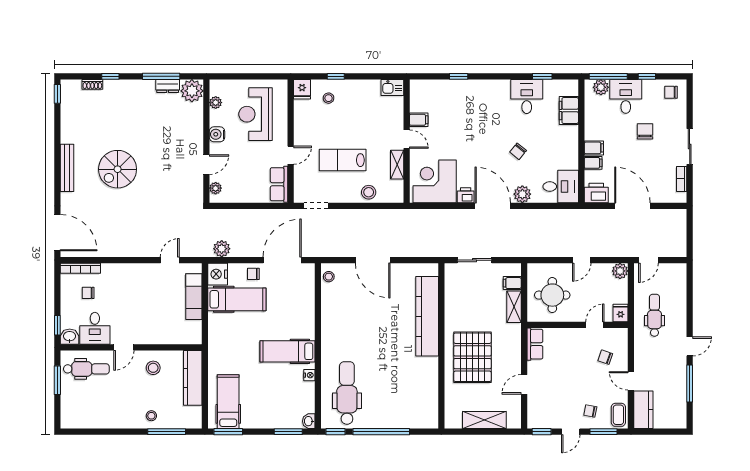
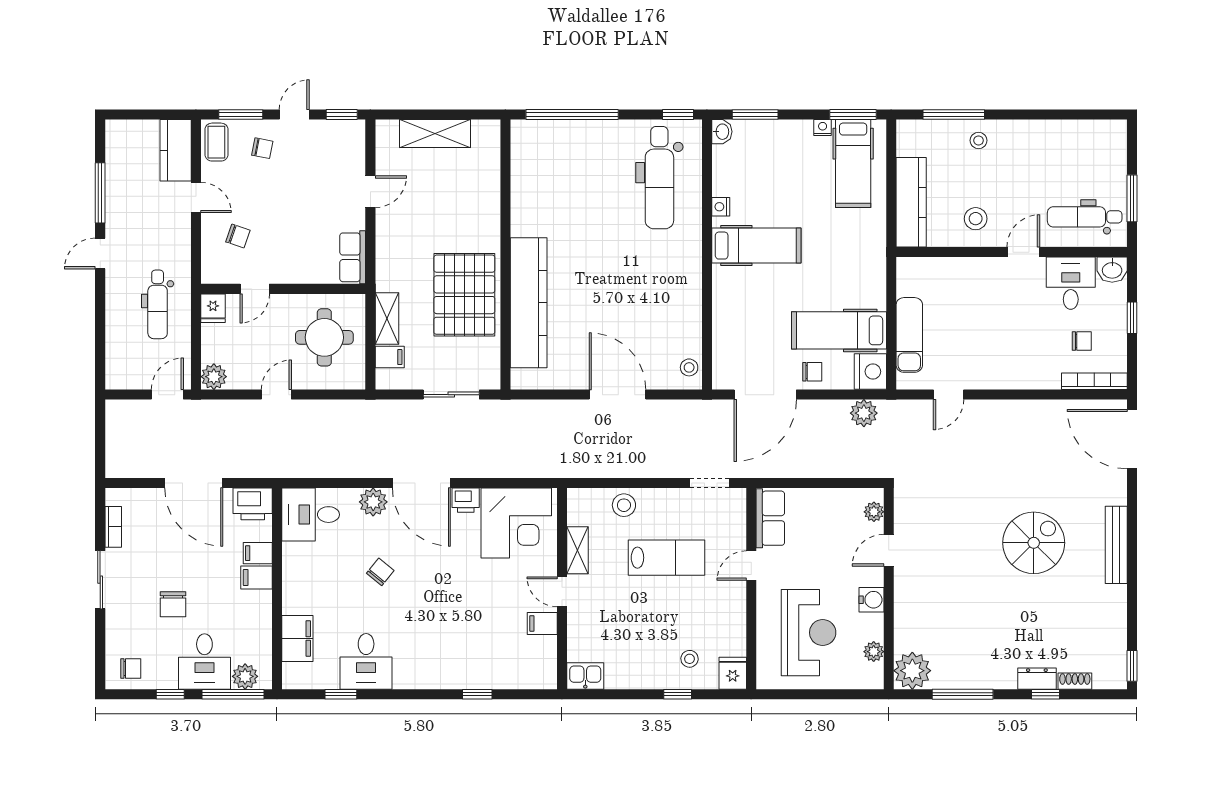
dresser: (168, 86) -> (1037, 679), moved
window: (57, 325) -> (1132, 318), moved
pallet: (472, 357) -> (464, 295), moved
nightstand: (247, 424) -> (823, 128), added
window: (381, 432) -> (572, 114), moved

